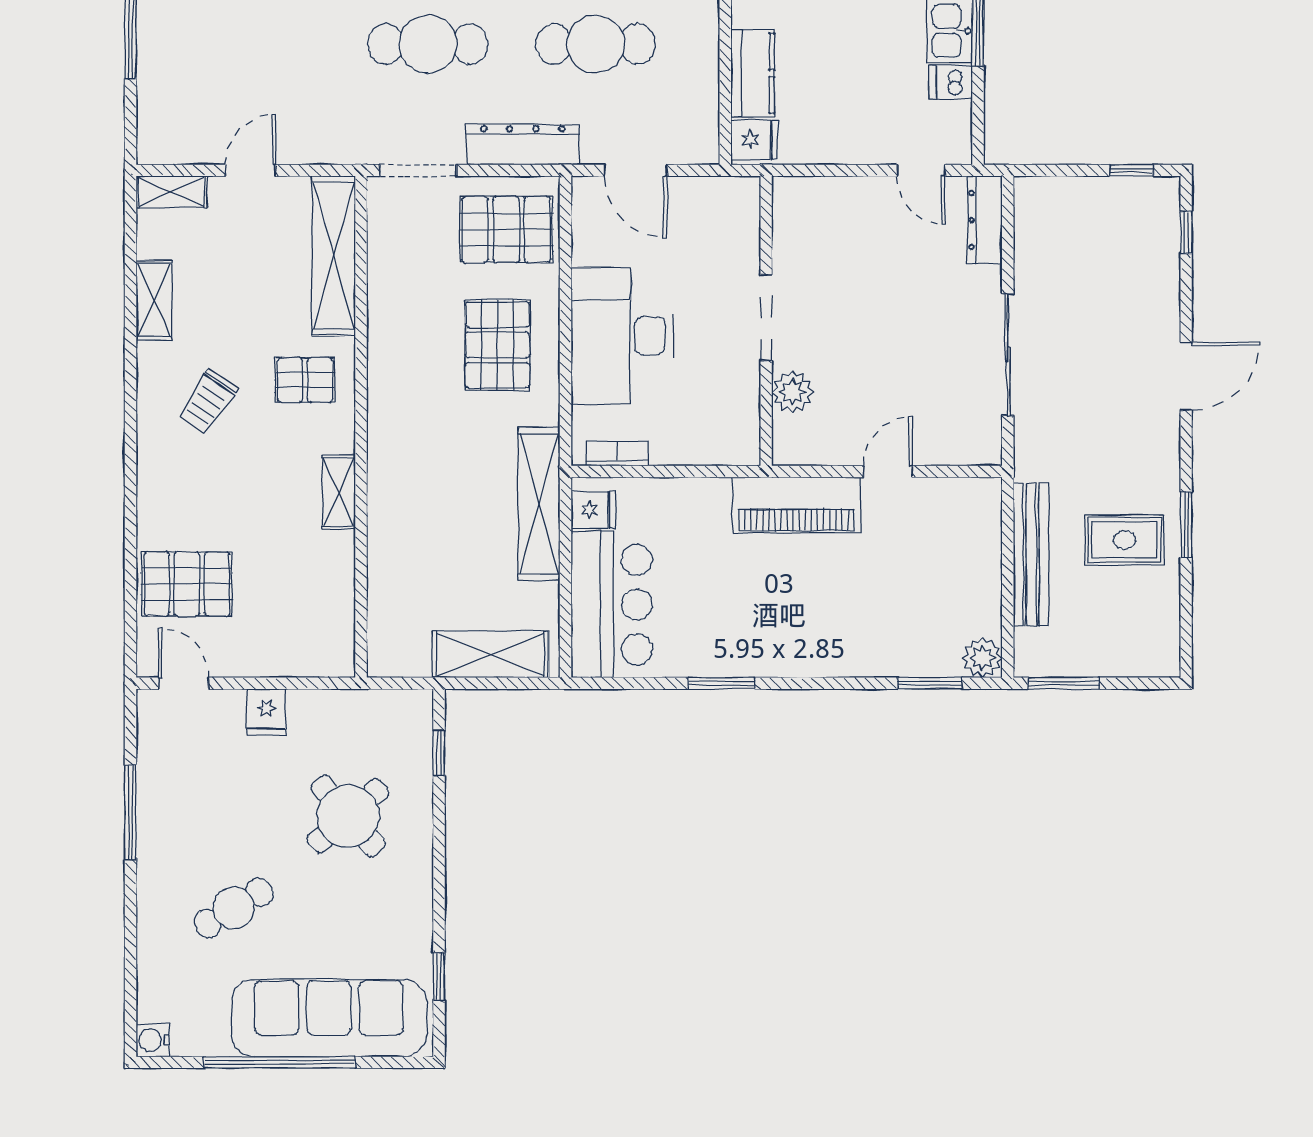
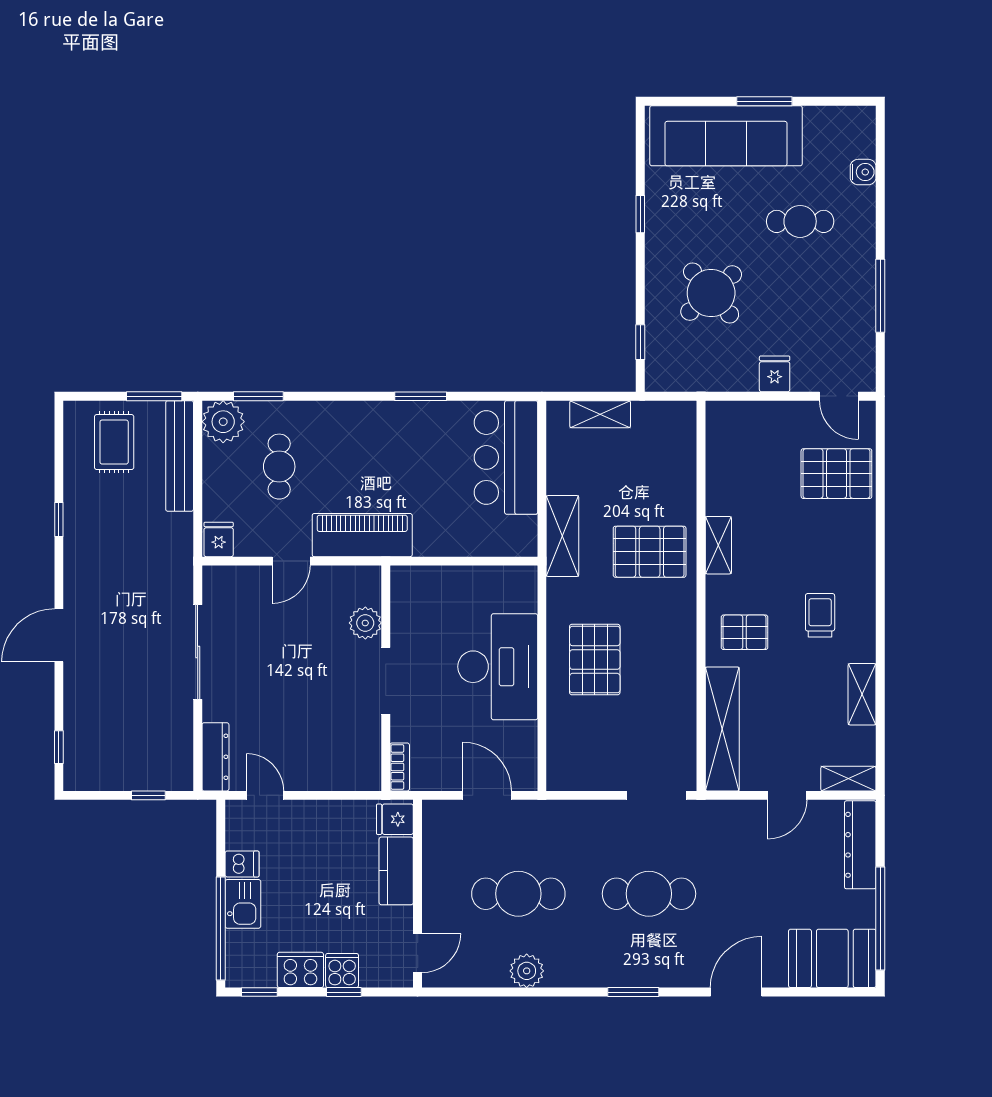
dresser: (523, 145) -> (860, 845), moved, turned 90
window: (1132, 170) -> (148, 795), moved
pallet: (506, 230) -> (650, 552), moved
trolley: (208, 402) -> (820, 615), turned -34
bookcase: (617, 453) -> (400, 767), moved, turned -90
shelving: (539, 504) -> (562, 536), width x0.68
fridge: (593, 510) -> (219, 539), moved, turned 90
window: (1186, 525) -> (59, 519), width x0.67
rug: (1124, 540) -> (114, 442), moved, turned 90
bench: (1031, 554) -> (180, 456), moved
cafe table: (903, 593) -> (279, 467), added
shelving: (491, 654) -> (600, 414), width x0.67, depth x0.75
plant: (982, 658) -> (223, 422), width x1.36, depth x1.36
cafe table: (234, 908) -> (800, 221), turned 31
window: (439, 976) -> (640, 214), moved
water cooler: (153, 1040) -> (863, 172), moved
window: (280, 1062) -> (764, 101), width x0.47

